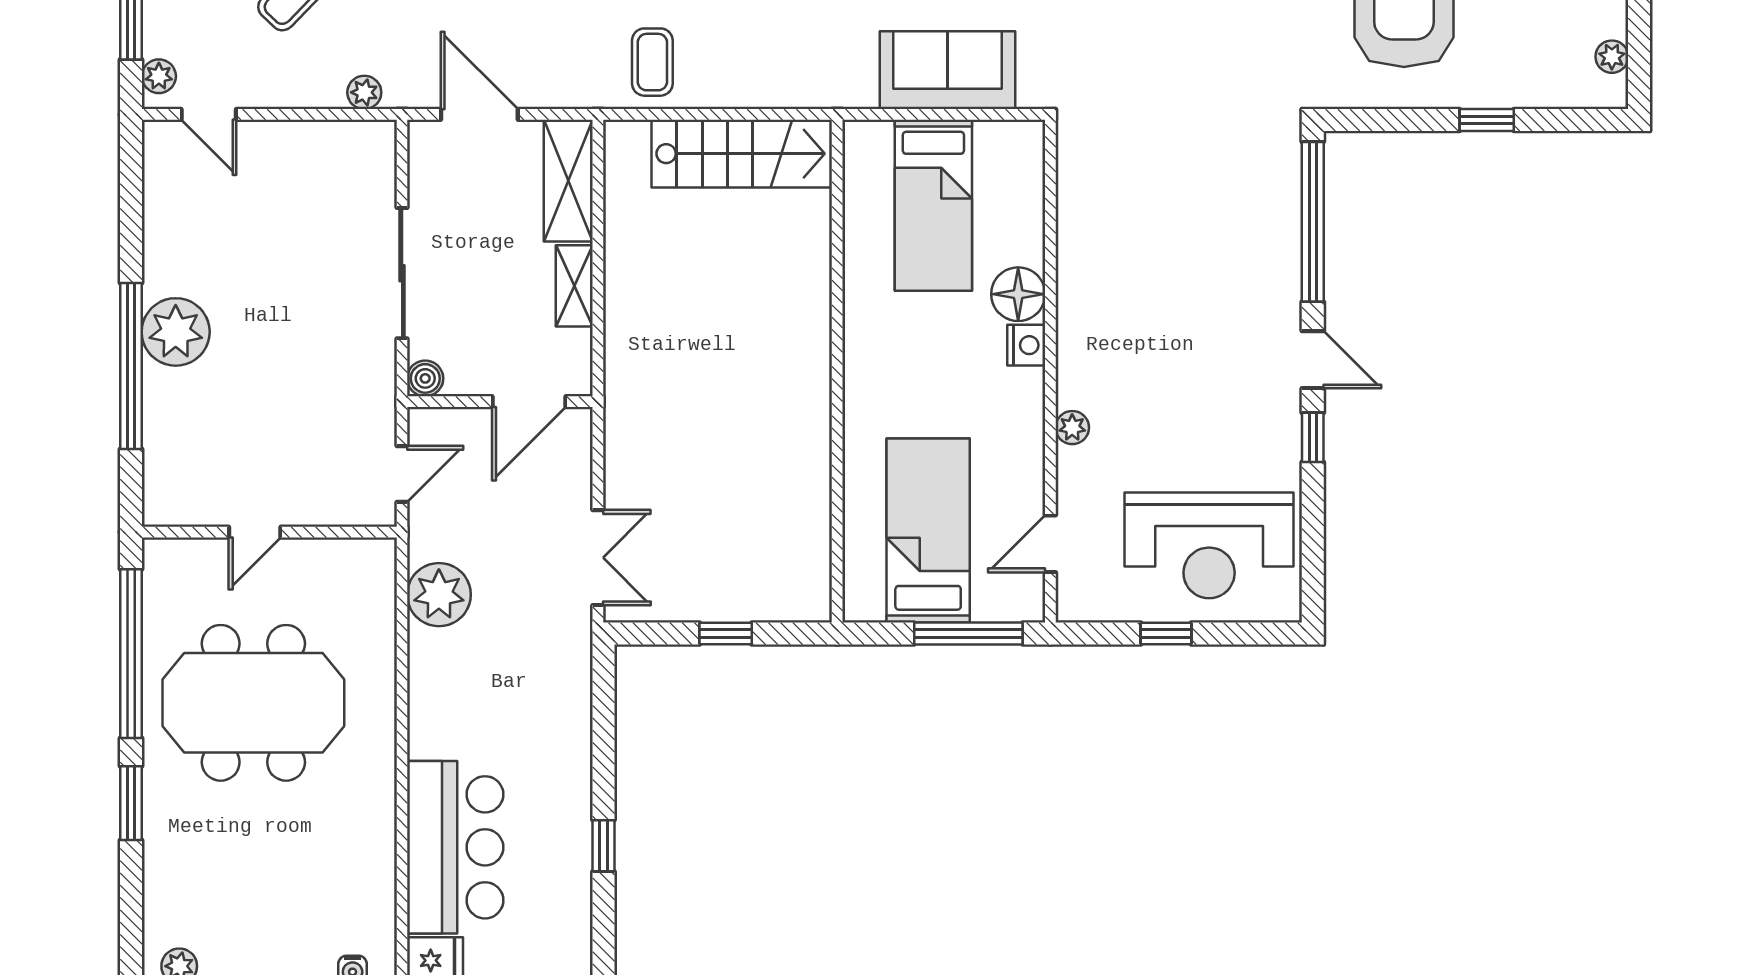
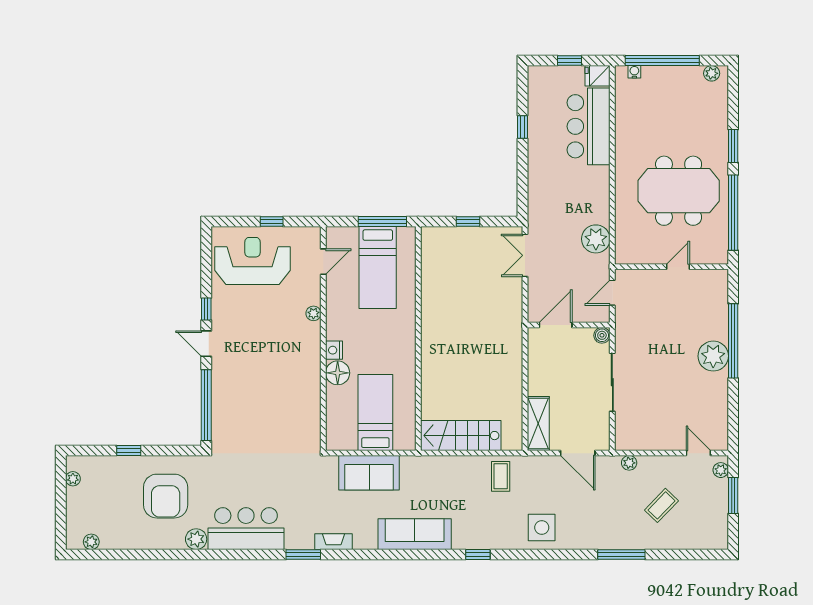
shelving: (574, 286) -> (535, 377), removed
window: (968, 634) -> (382, 222), moved

